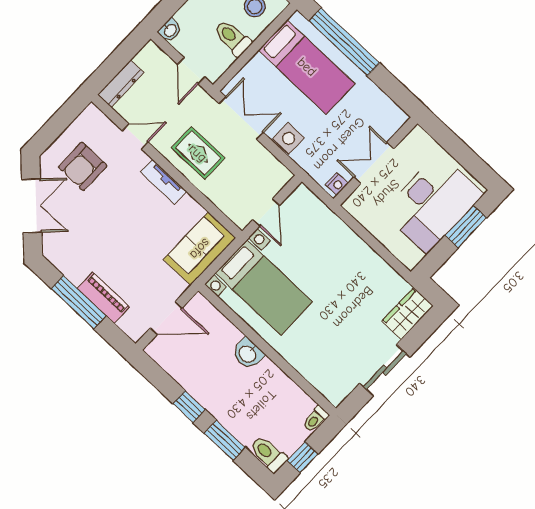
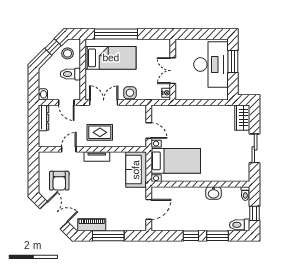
dresser: (121, 84) -> (43, 118), moved
piano: (103, 298) -> (92, 225), moved
washbasin: (248, 354) -> (213, 193), moved

